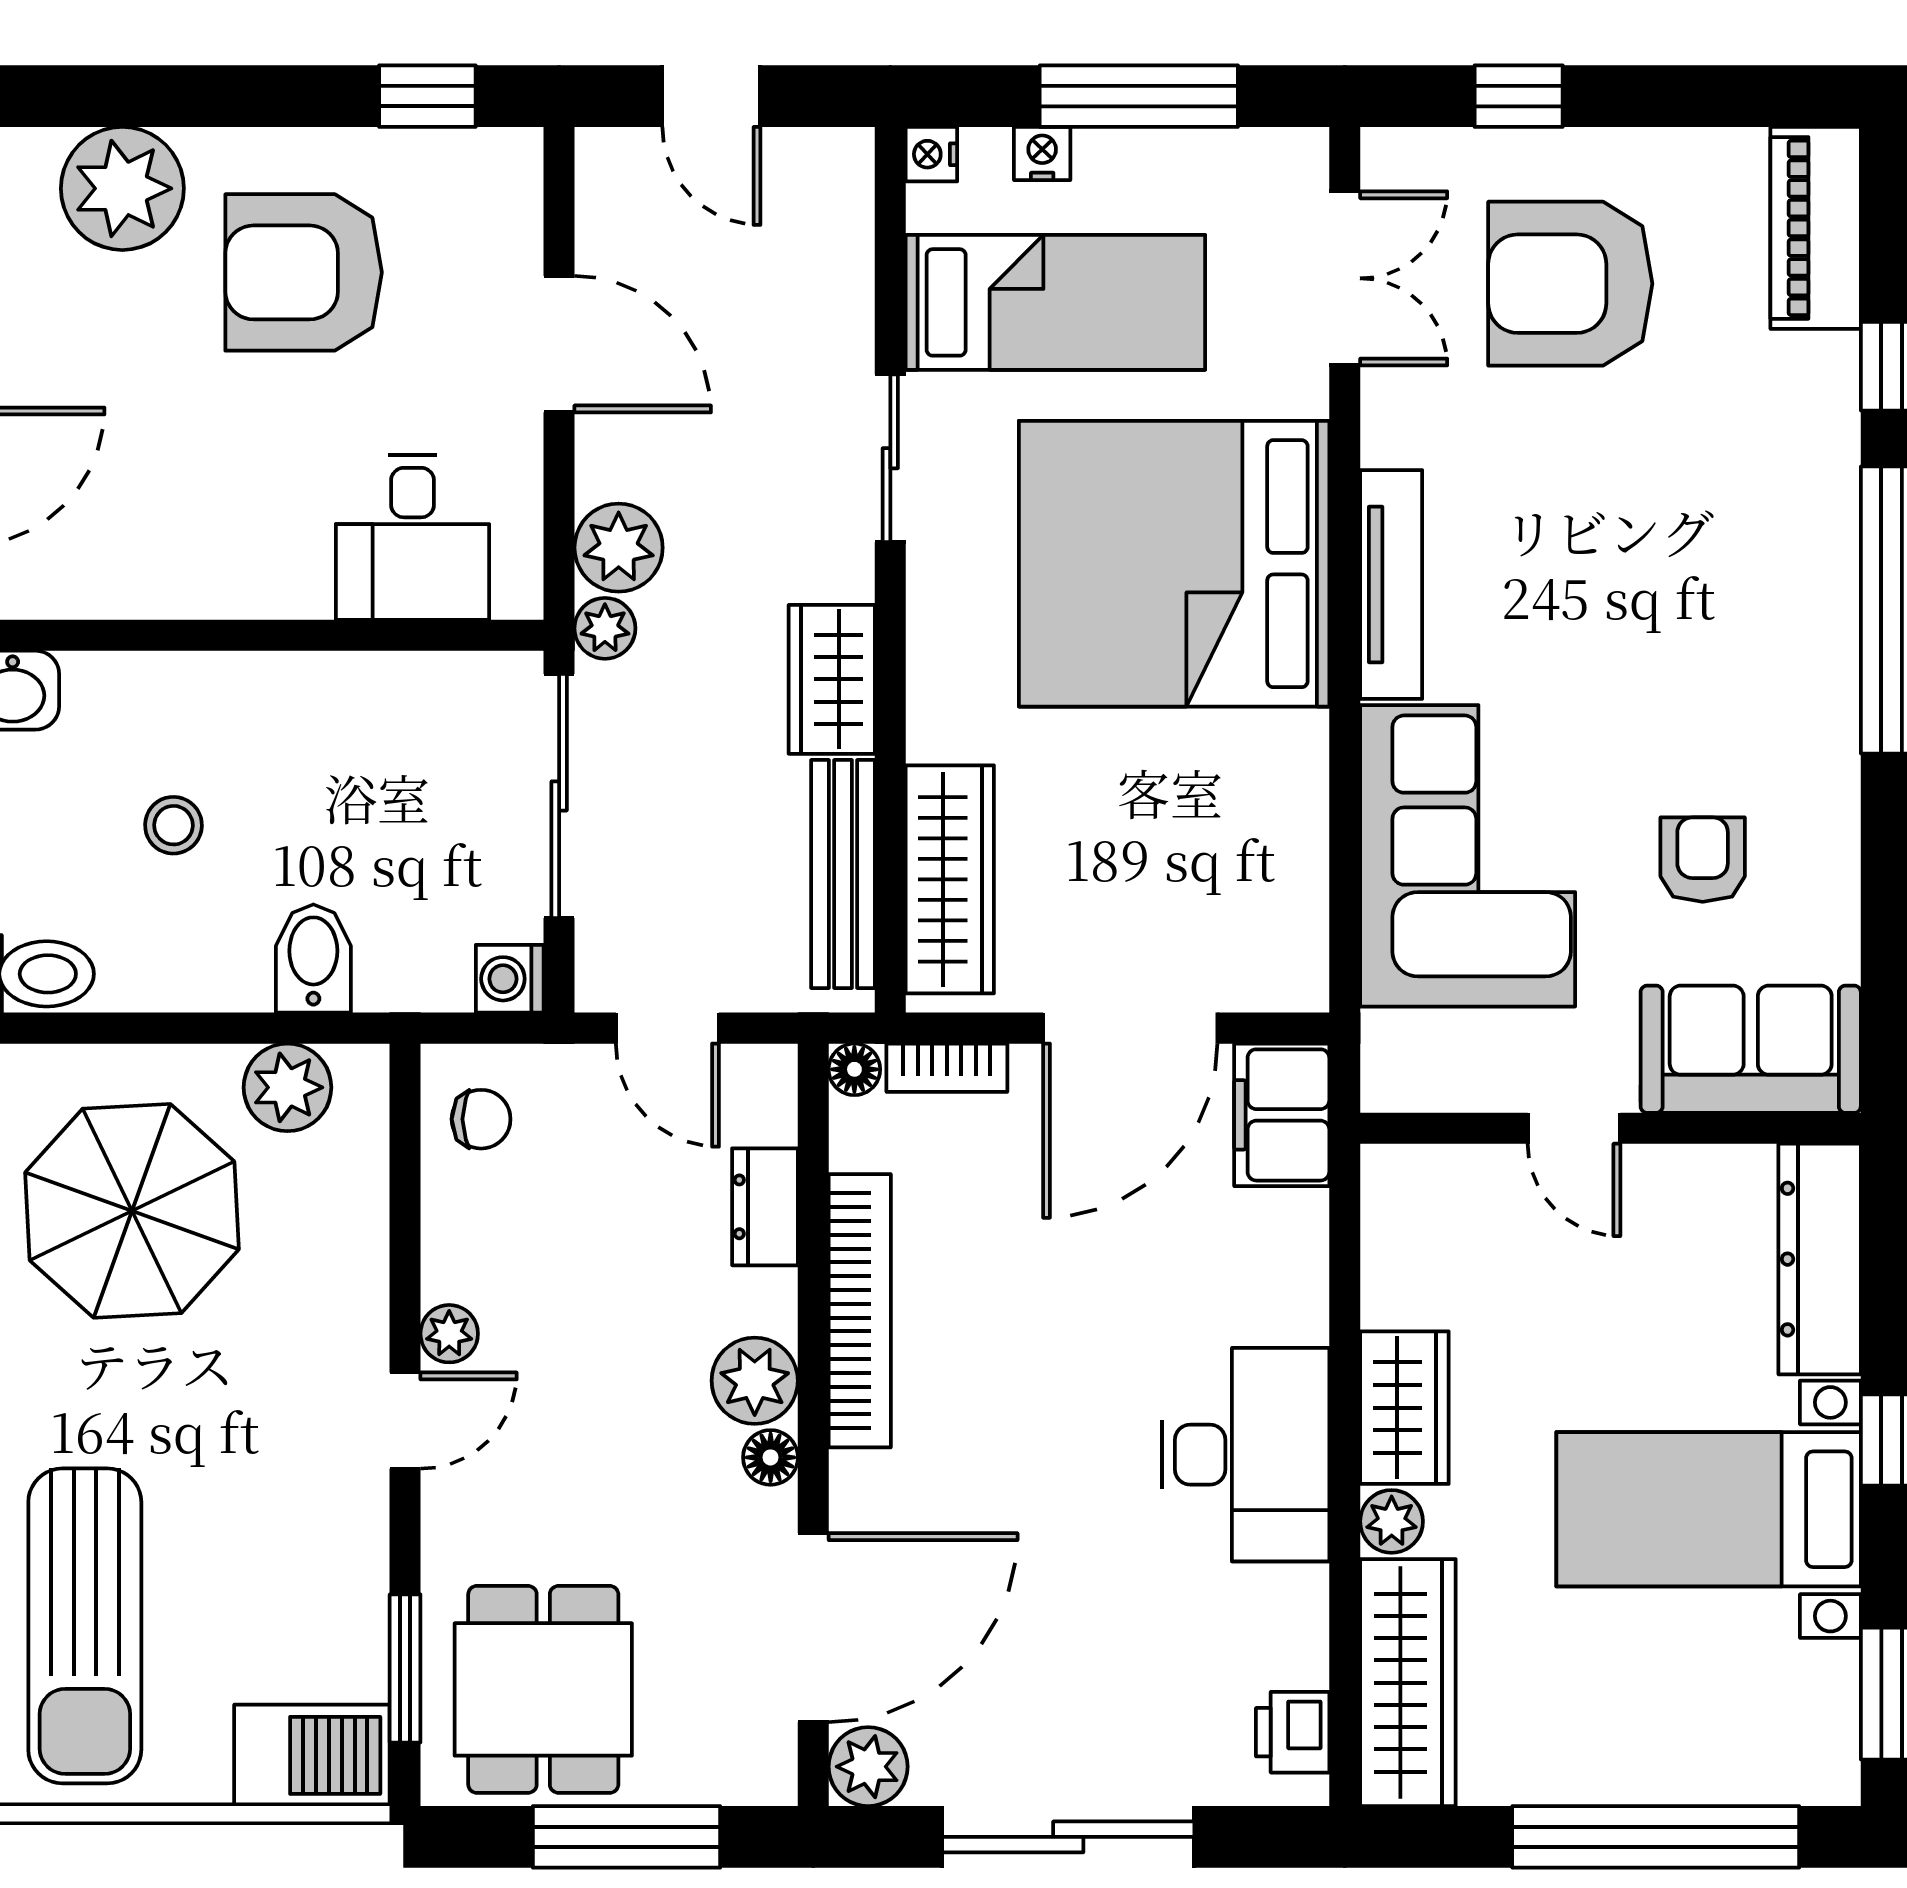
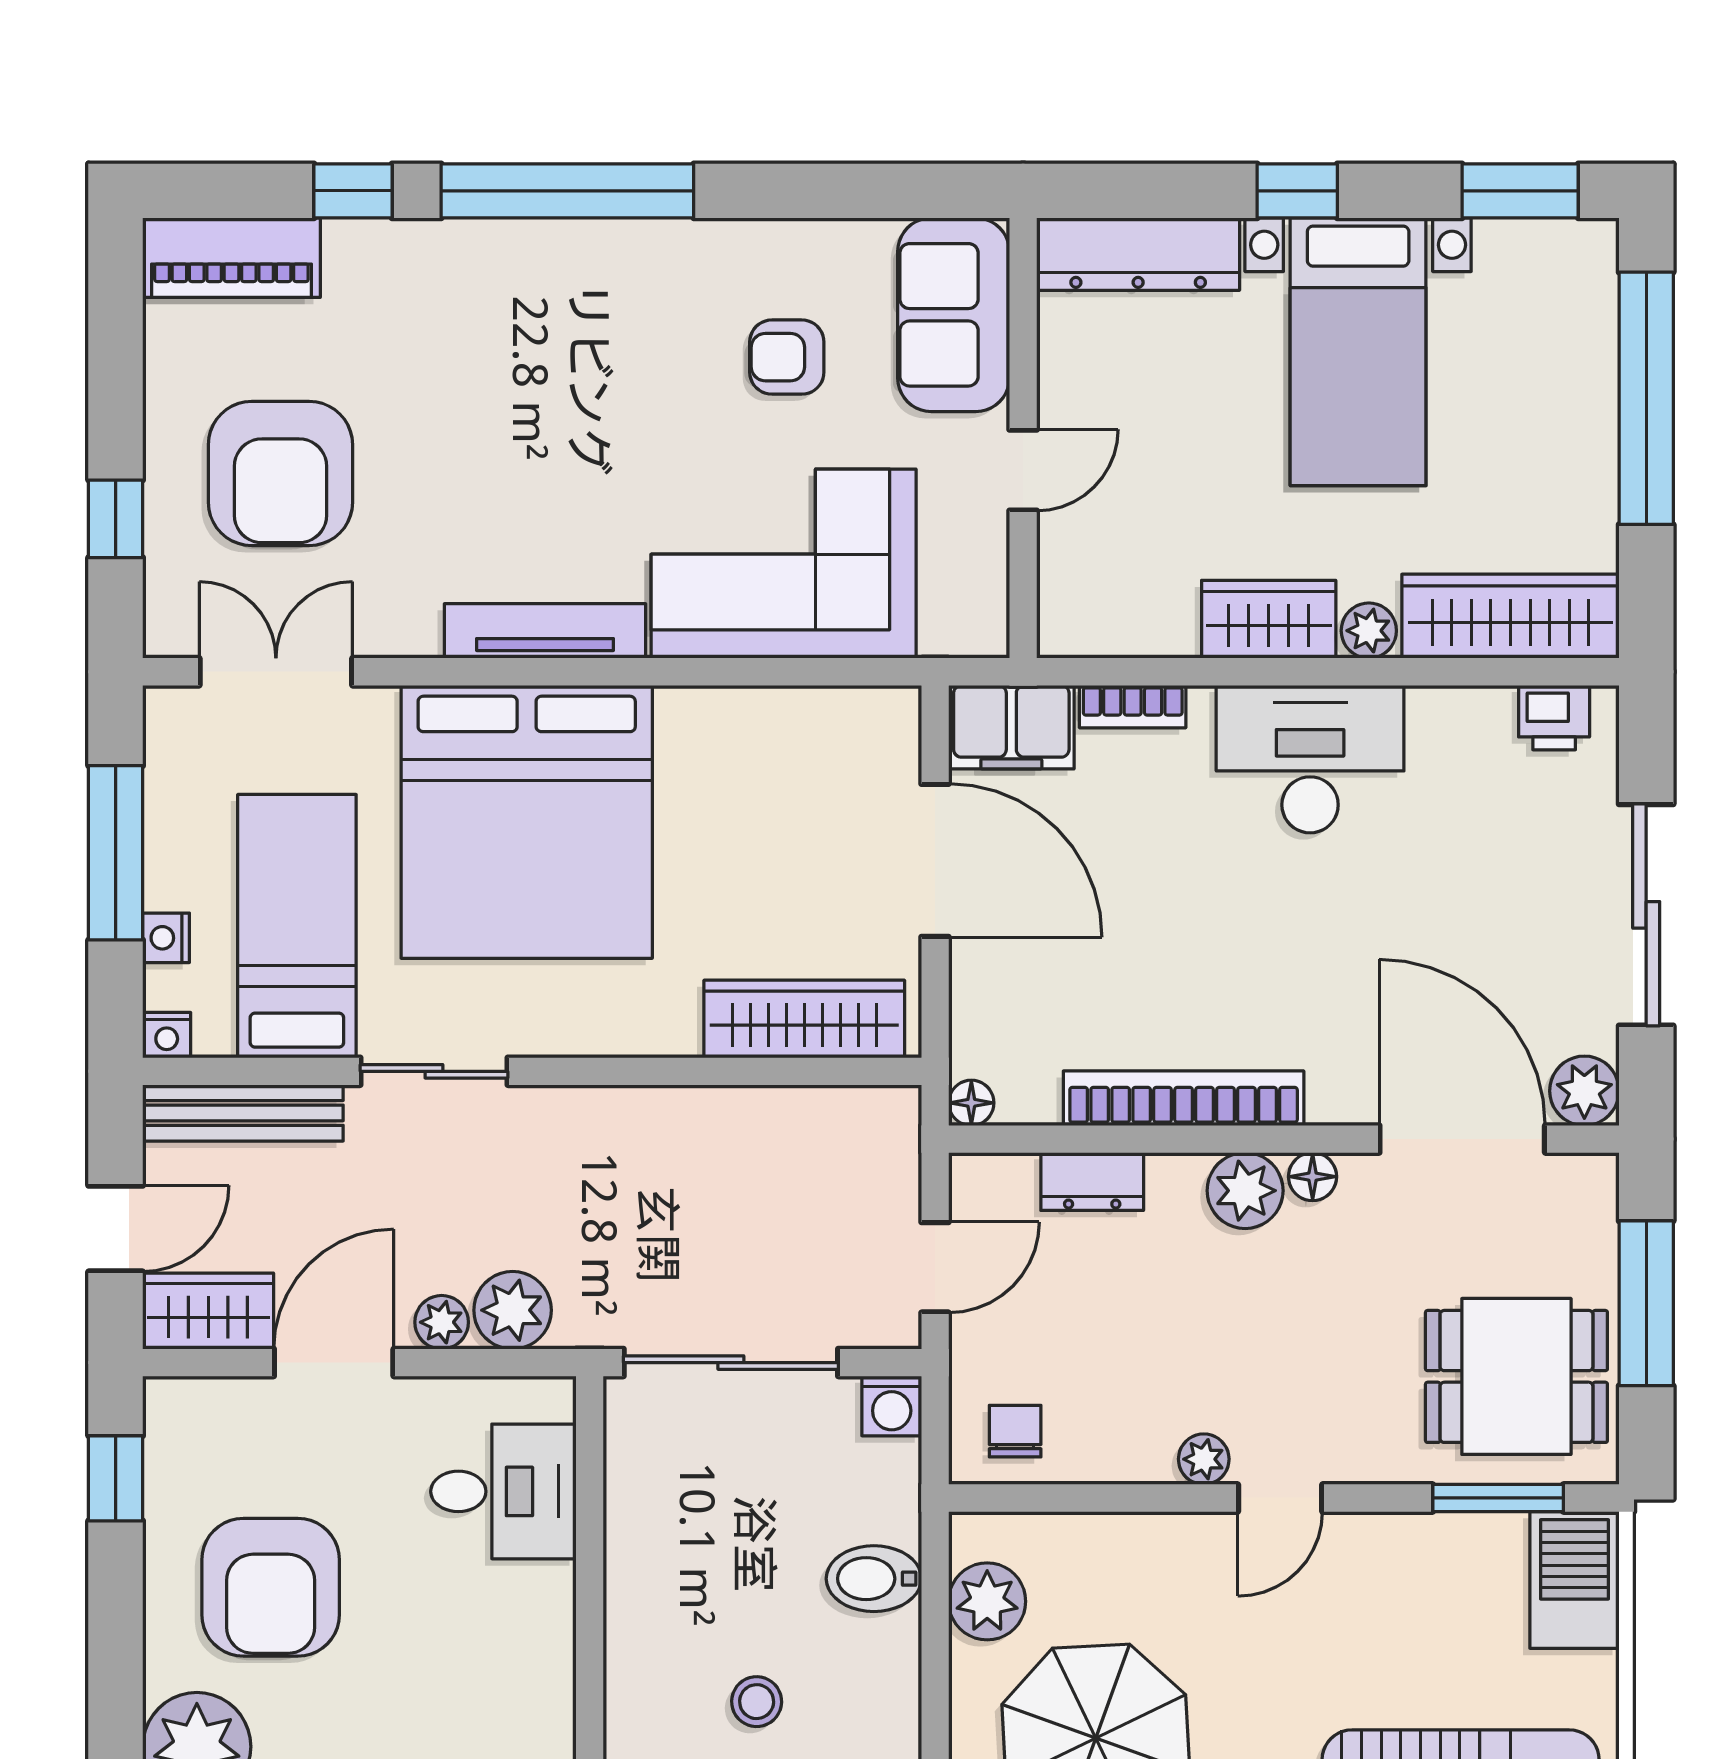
plant: (605, 628) -> (442, 1322), moved
wardrobe: (832, 679) -> (208, 1311), moved, turned 180
bench: (843, 874) -> (243, 1113), moved
bookcase: (947, 1068) -> (1133, 707), moved, turned 90
door: (405, 1421) -> (1280, 1498), swing flipped

